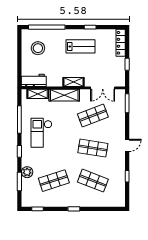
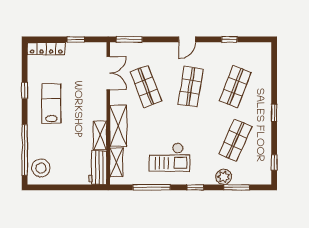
stool: (38, 48) -> (41, 168), moved
shelving: (73, 82) -> (100, 135), moved
door: (127, 145) -> (187, 39), swing flipped
shop shelf: (54, 181) -> (235, 140), turned 42

